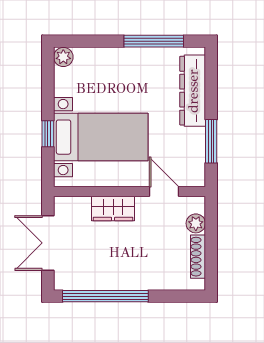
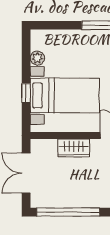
plant: (63, 57) -> (37, 58), moved

